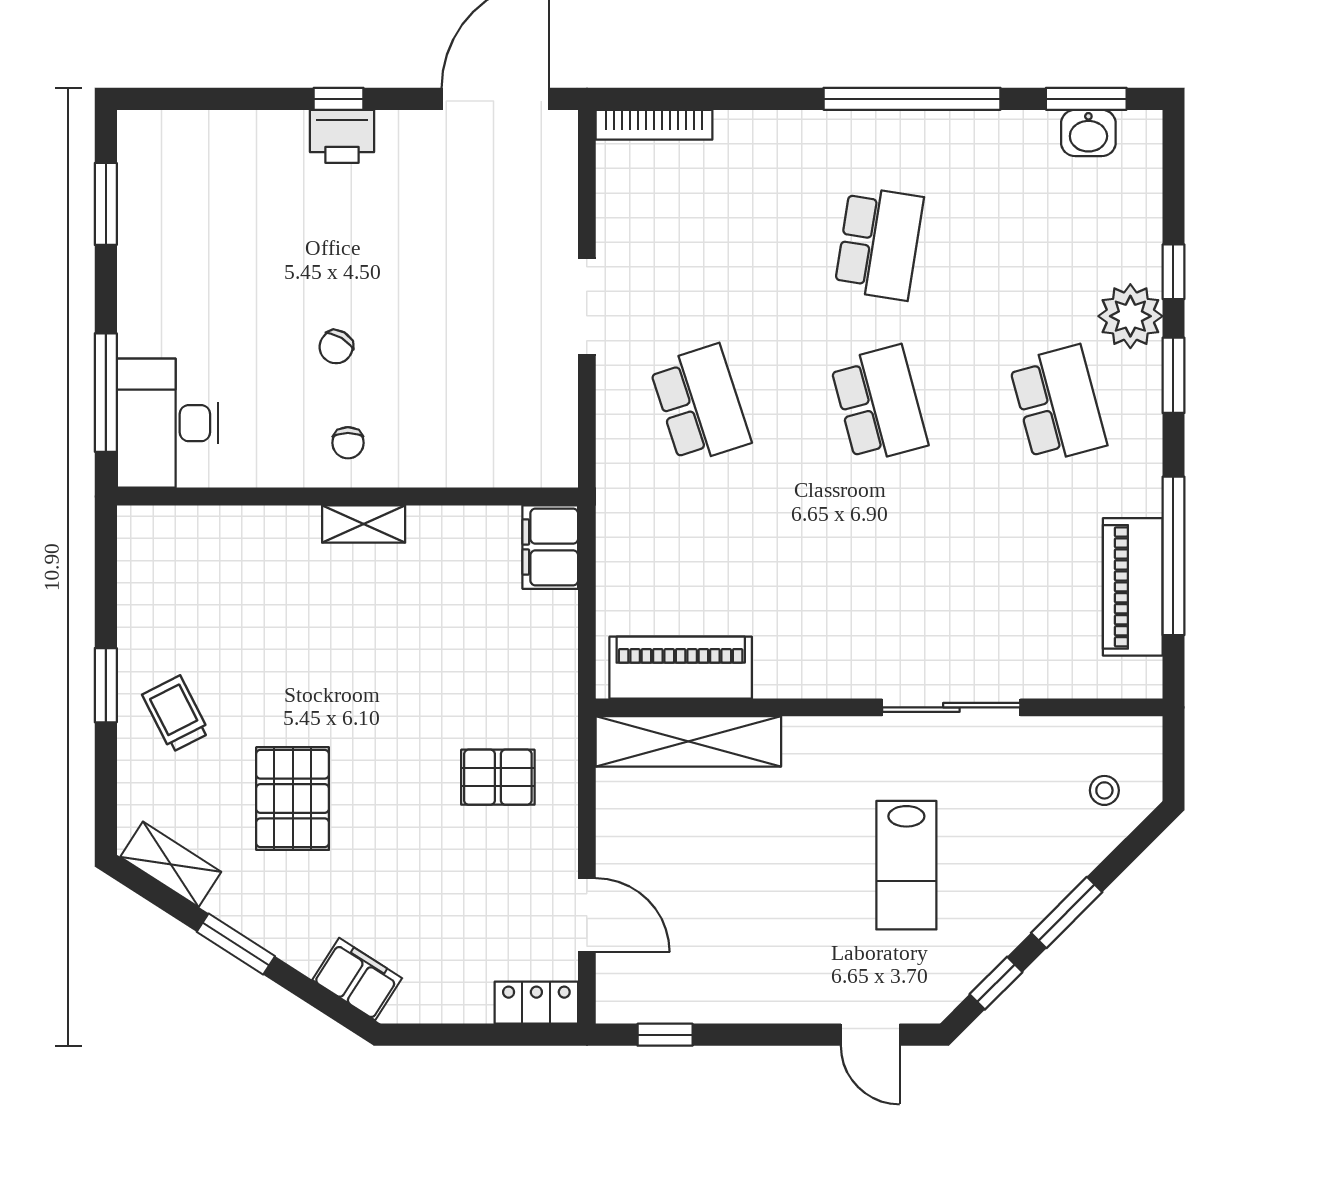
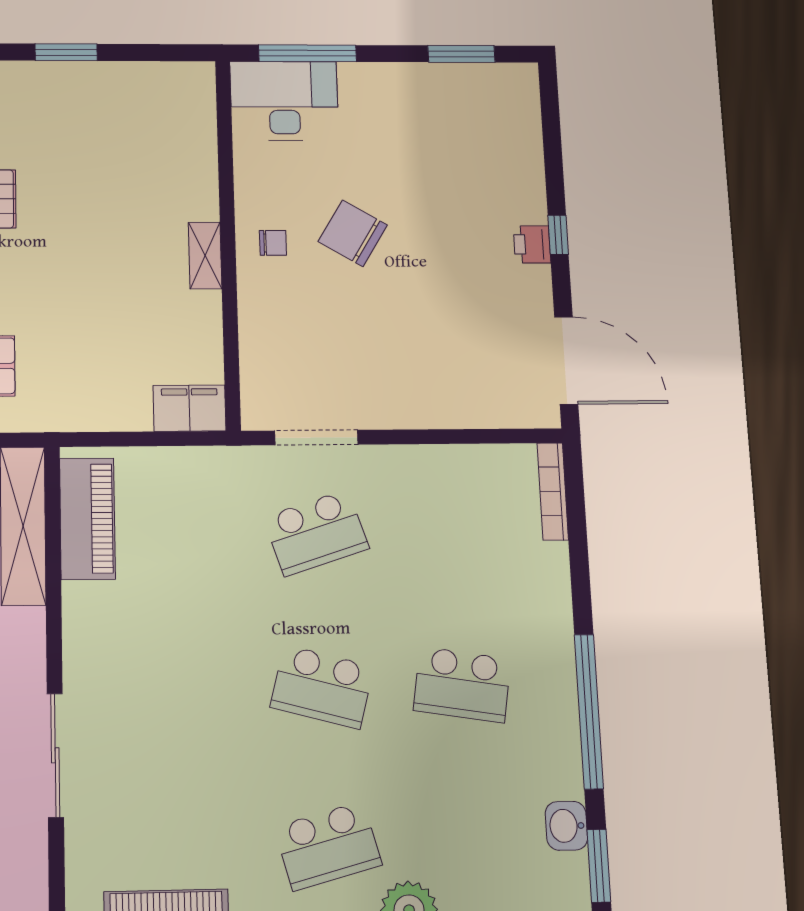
washbasin: (1088, 133) -> (566, 826), moved
printer: (342, 136) -> (532, 244), width x0.73, depth x0.81
doorway: (587, 307) -> (316, 438), moved
chair: (336, 347) -> (353, 233), width x1.87, depth x1.87
school desk: (879, 404) -> (322, 687), turned 30
chair: (348, 443) -> (273, 243), turned 180
trolley: (176, 714) -> (43, 107), removed

